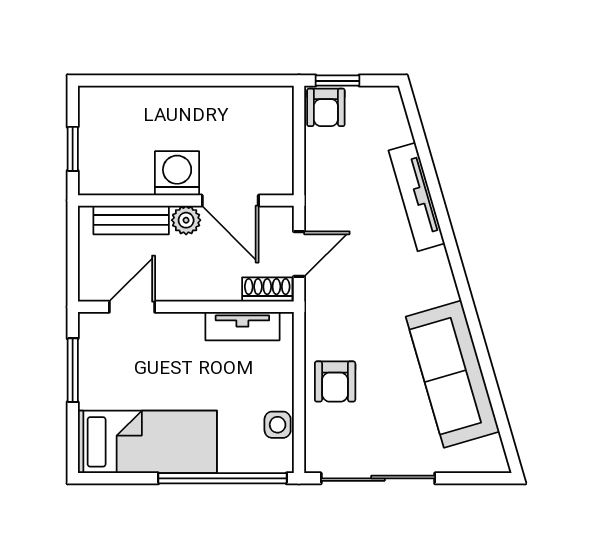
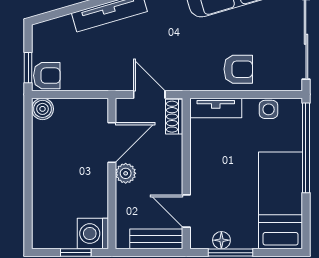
boiler: (278, 101) -> (43, 109), added
washing machine: (177, 173) -> (93, 234), moved
bench: (131, 220) -> (156, 239), moved, turned 90
tv unit: (242, 326) -> (216, 108), moved, turned 90
floor lamp: (90, 357) -> (221, 240), added

